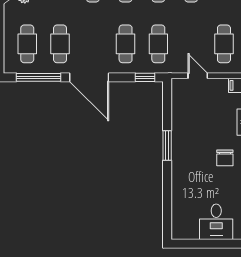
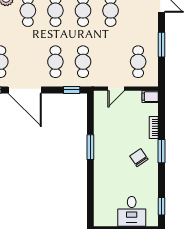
door: (198, 76) -> (116, 89), swing flipped
chair: (225, 158) -> (139, 158), turned 146

